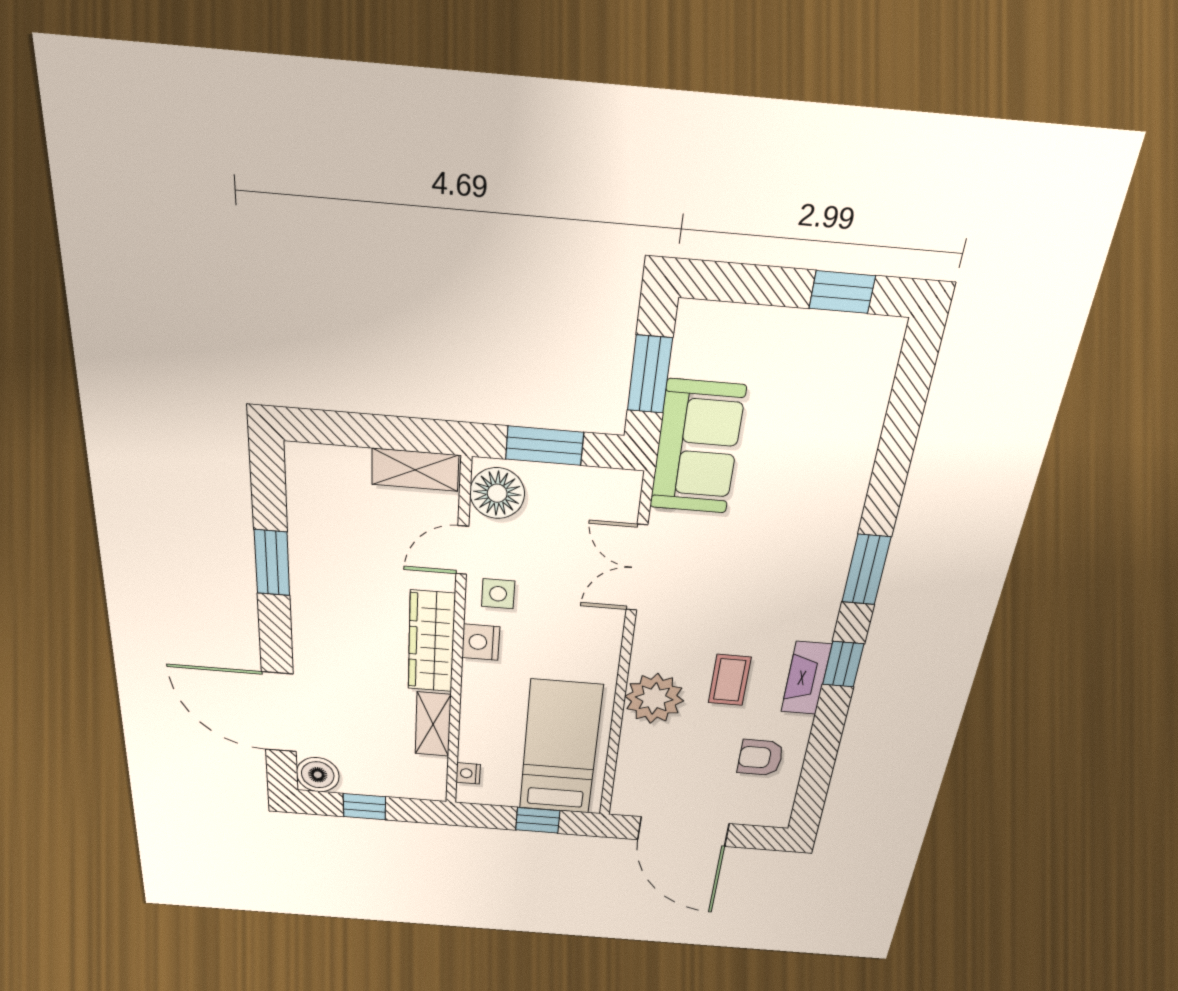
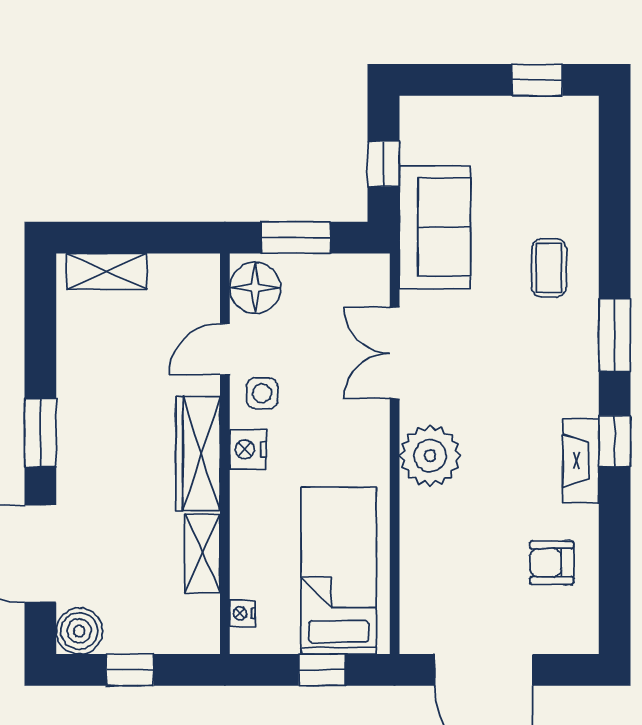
window: (650, 374) -> (383, 164), width x0.67
shelving: (415, 470) -> (107, 271), moved
window: (272, 563) -> (40, 433), moved
coffee table: (730, 680) -> (549, 268), moved
plant: (654, 698) -> (430, 456), moved

